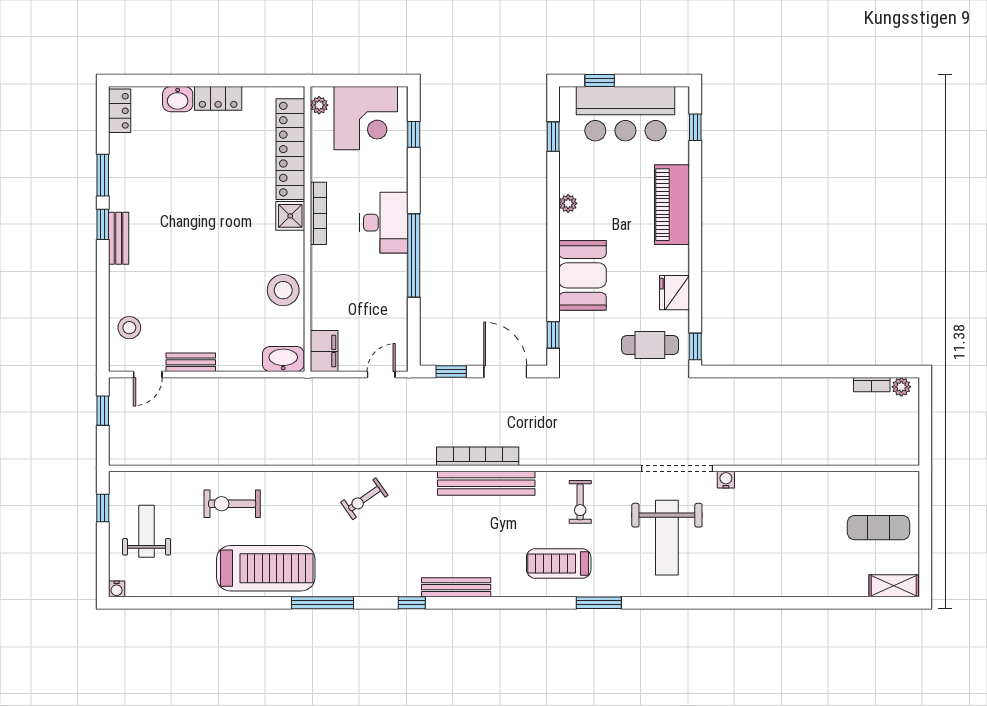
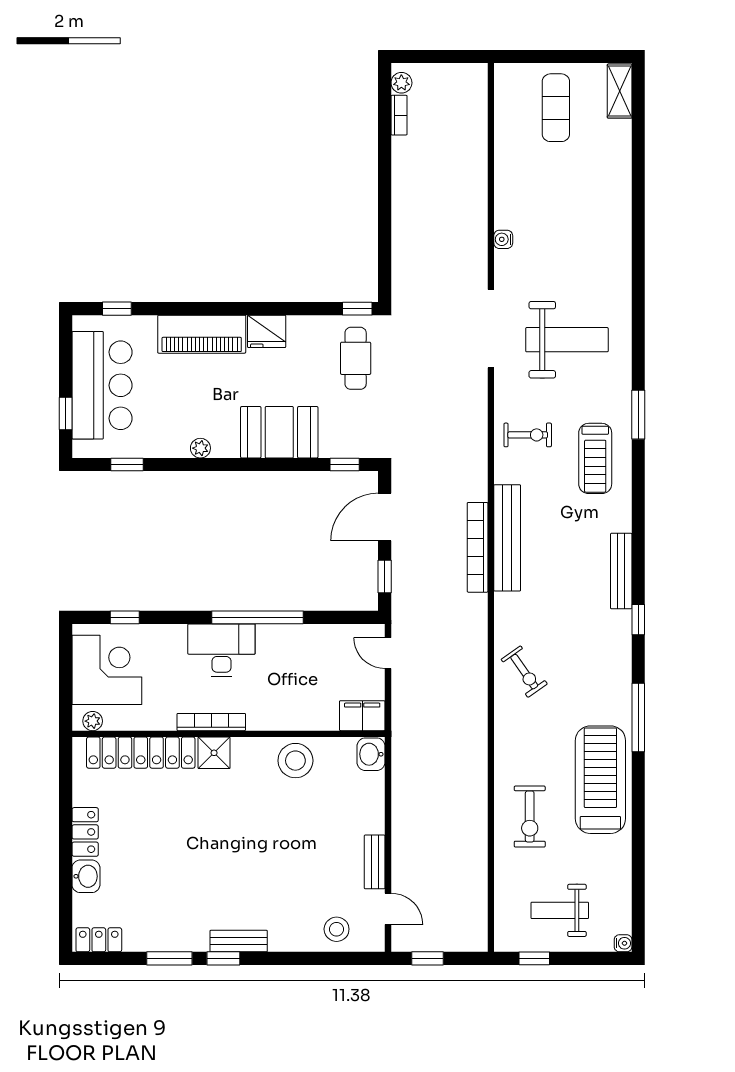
fridge: (675, 293) -> (267, 331), moved
washbasin: (283, 359) -> (371, 754), width x0.72
water cooler: (726, 480) -> (503, 239), moved

